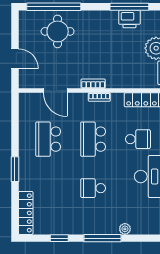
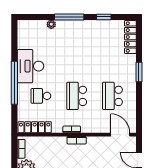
door: (55, 91) -> (120, 135), moved
school desk: (48, 139) -> (112, 96), turned 180
school desk: (93, 139) -> (77, 96), turned 180
school desk: (93, 188) -> (77, 57), removed

